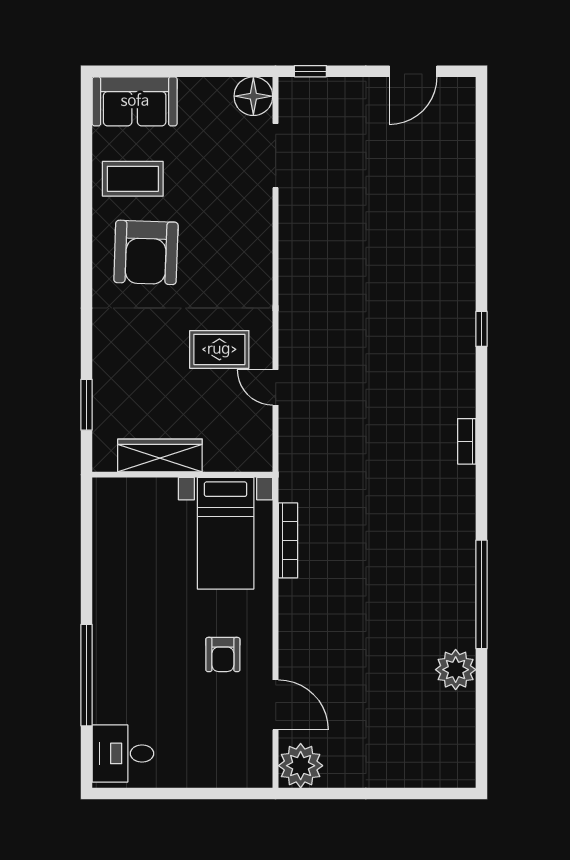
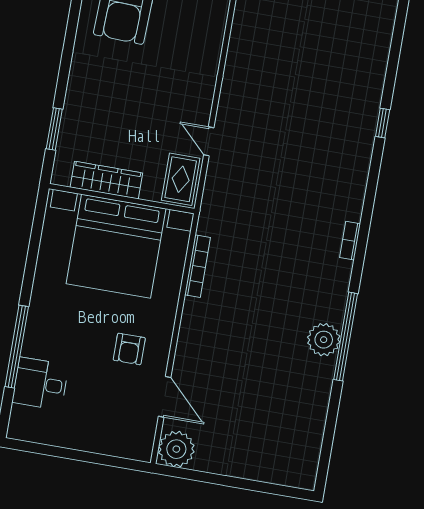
rug: (219, 349) -> (181, 179), moved, turned 90
bookcase: (467, 441) -> (350, 241), moved
bed with nightstands: (226, 533) -> (116, 246), width x1.85
plant: (456, 670) -> (324, 340), moved
desk: (123, 753) -> (40, 384), moved

